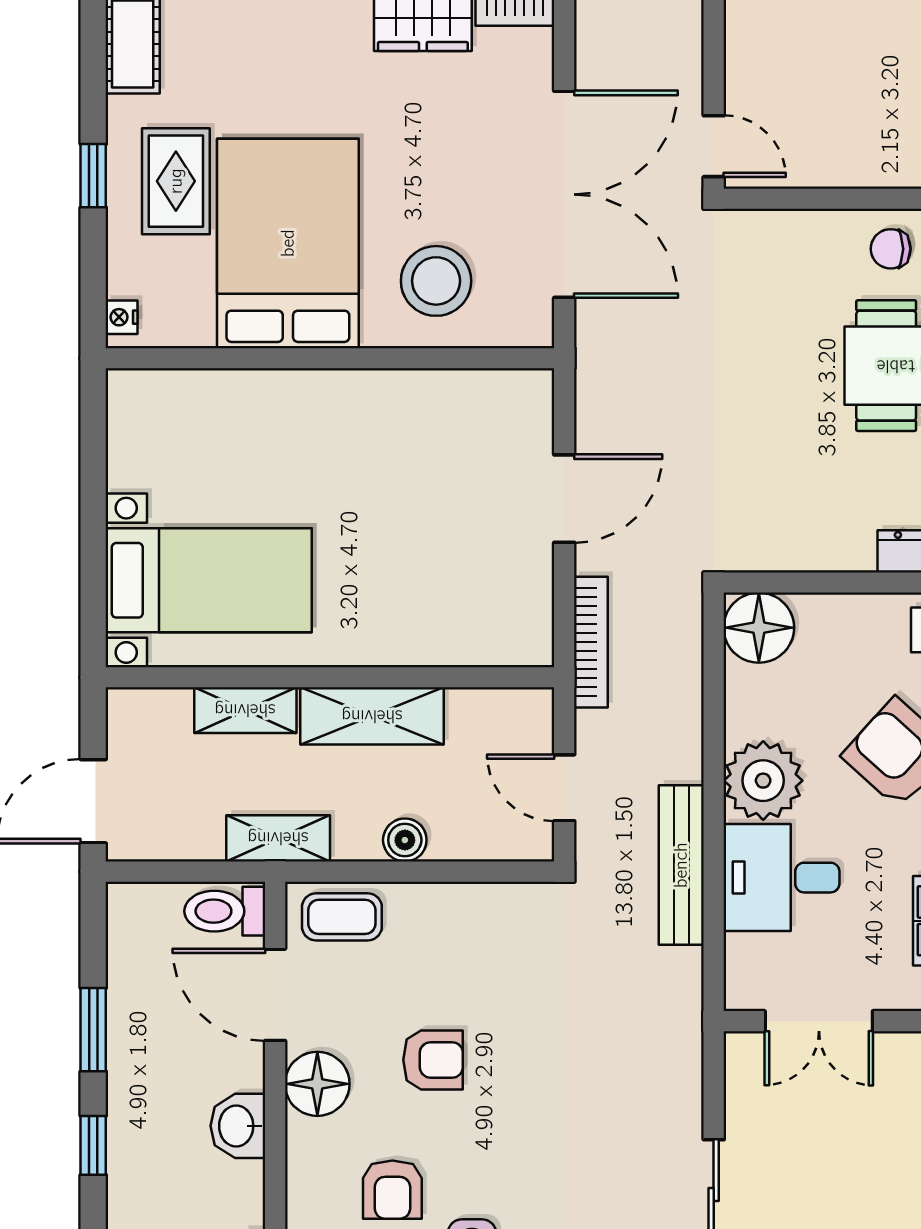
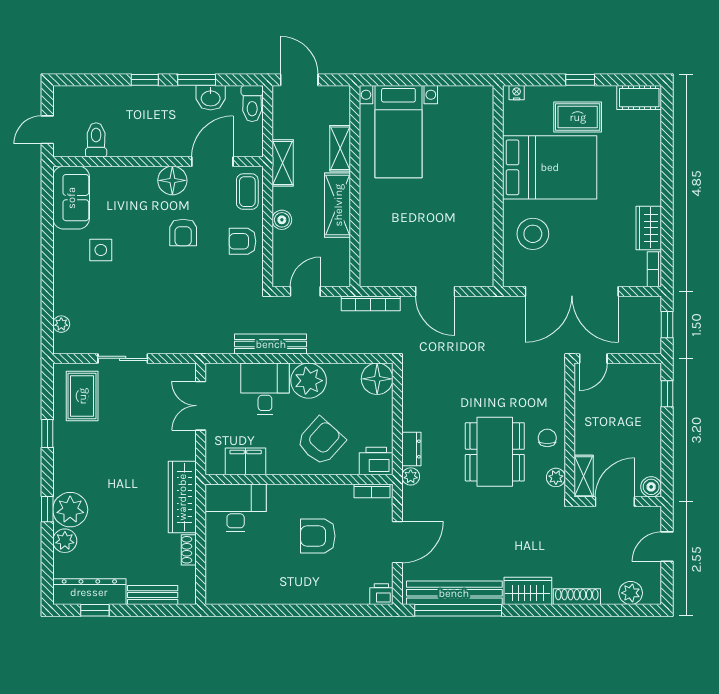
toilet: (225, 911) -> (252, 104), moved, turned 180
washbasin: (238, 1126) -> (211, 98), moved, turned 180
armchair: (392, 1190) -> (243, 241), moved

